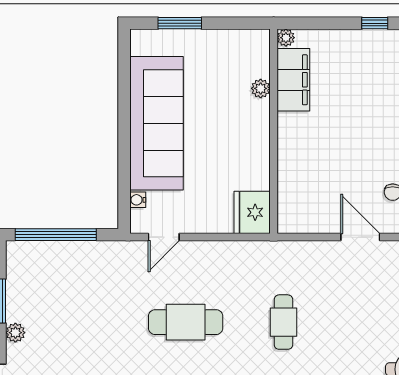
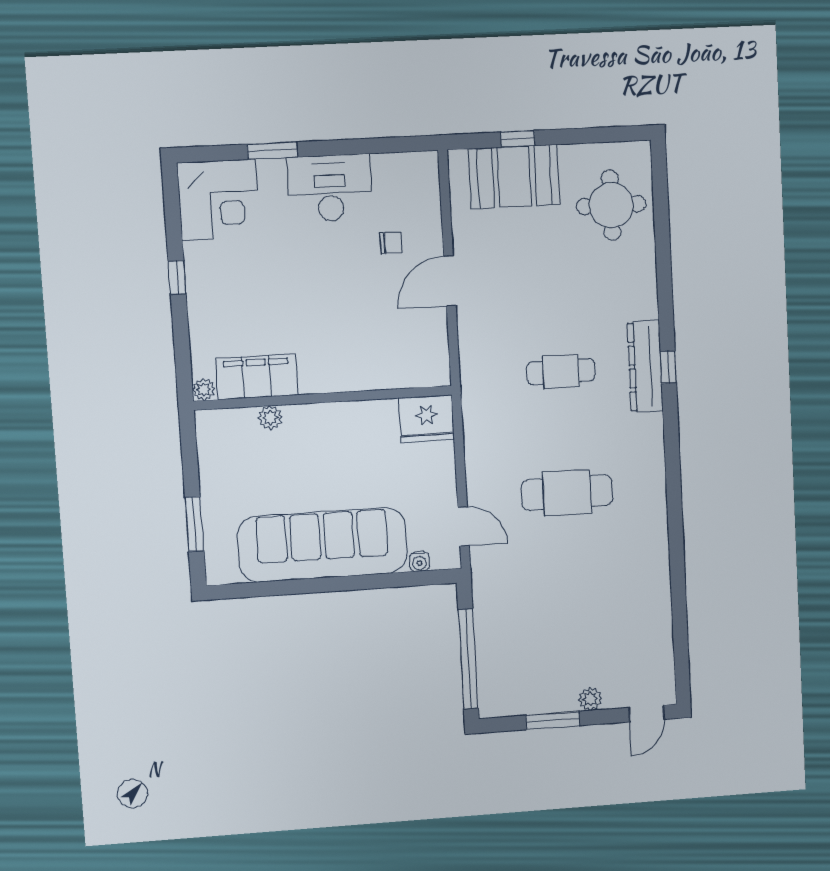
cafe table: (186, 322) -> (567, 493), turned 90

